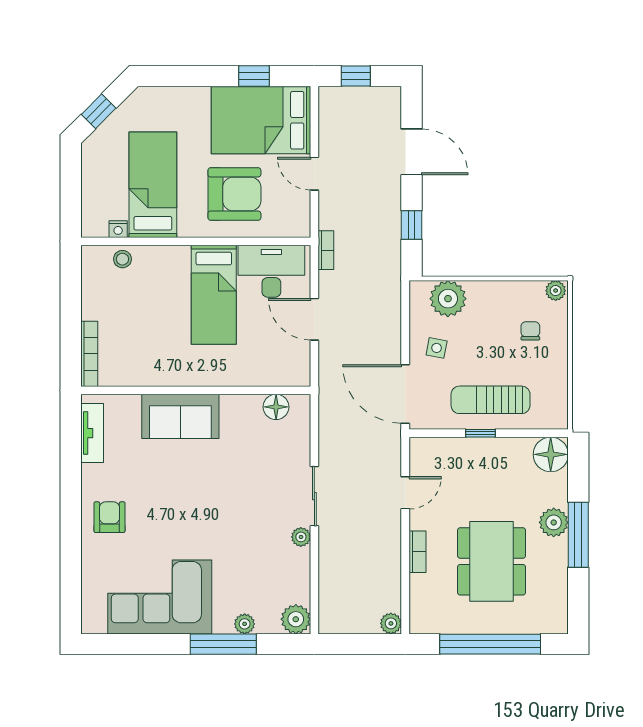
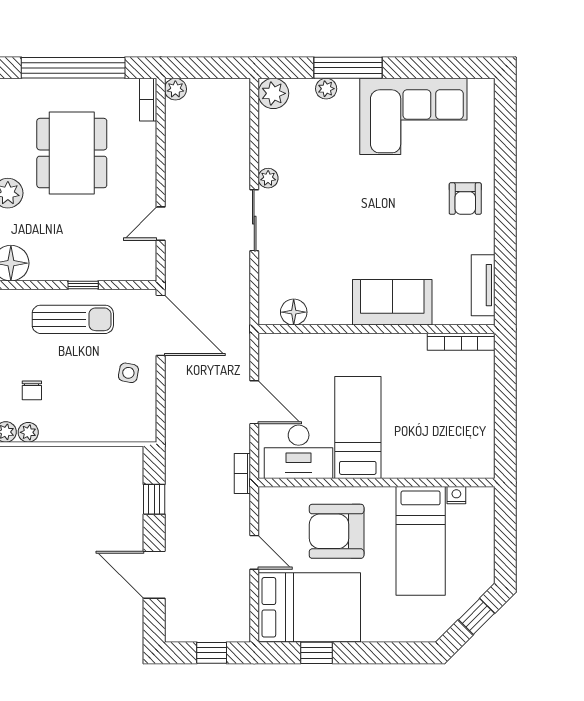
stool: (122, 259) -> (452, 464), removed
plant: (448, 299) -> (28, 432), moved, width x0.53, depth x0.53
bookcase: (89, 354) -> (461, 342), moved, turned -90
bookcase: (417, 552) -> (148, 100), moved

